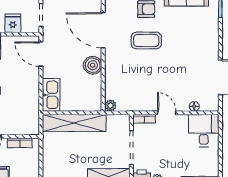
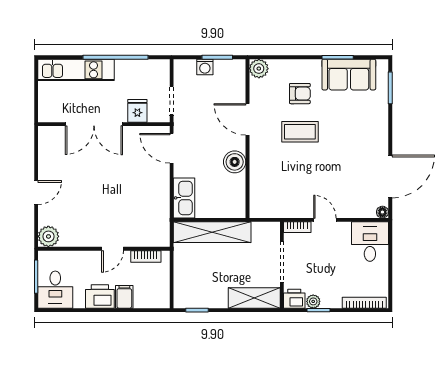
door: (103, 30) -> (248, 119), width x0.73
plant: (110, 106) -> (256, 211), removed
floor lamp: (194, 106) -> (382, 212), moved

